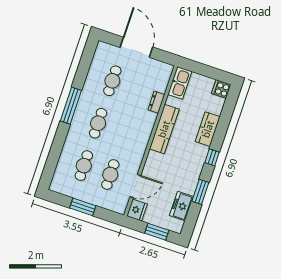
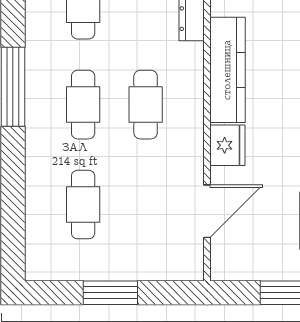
cafe table: (110, 174) -> (146, 105), moved
fridge: (137, 210) -> (227, 145), moved

